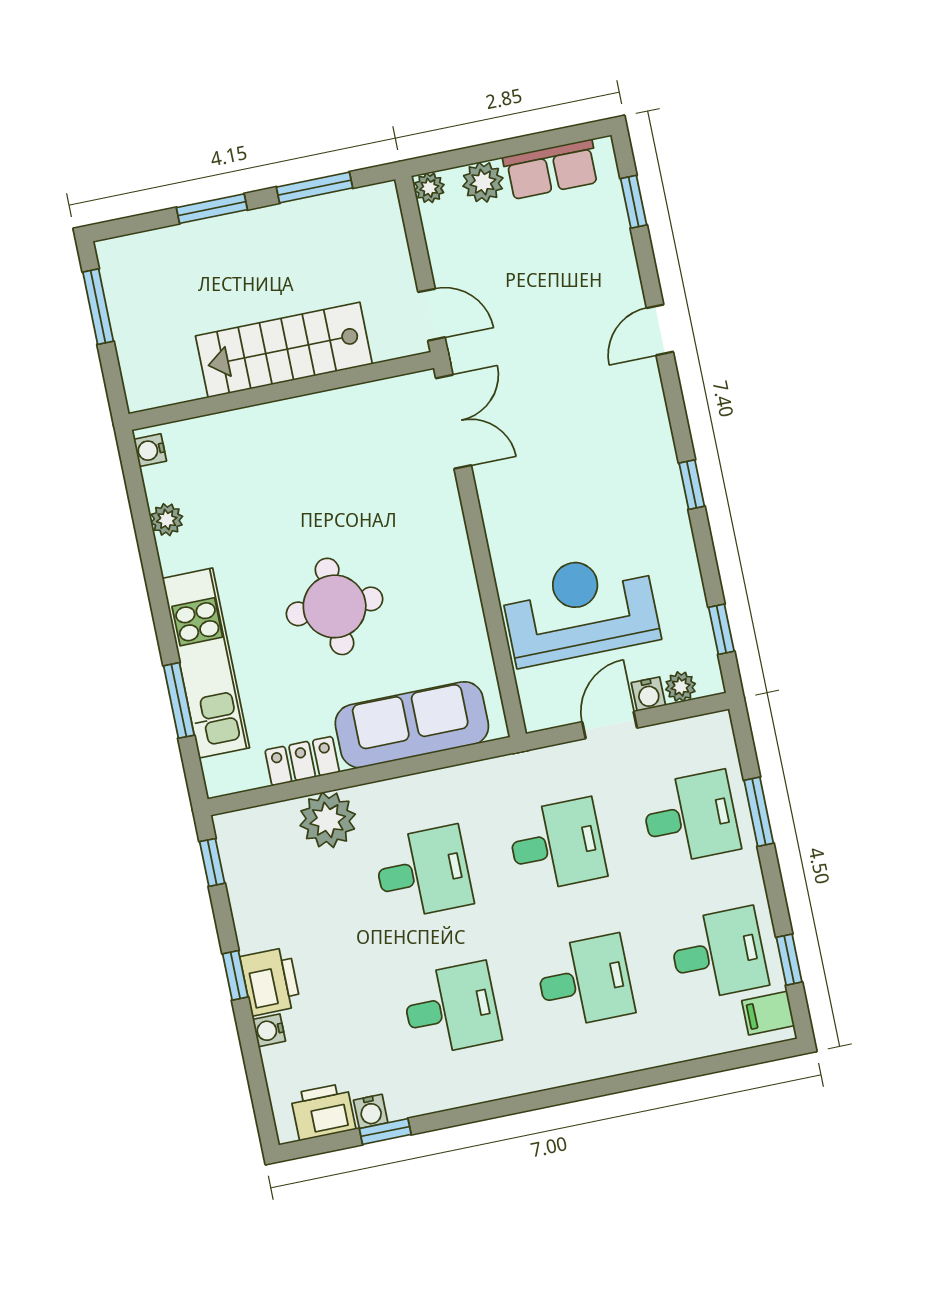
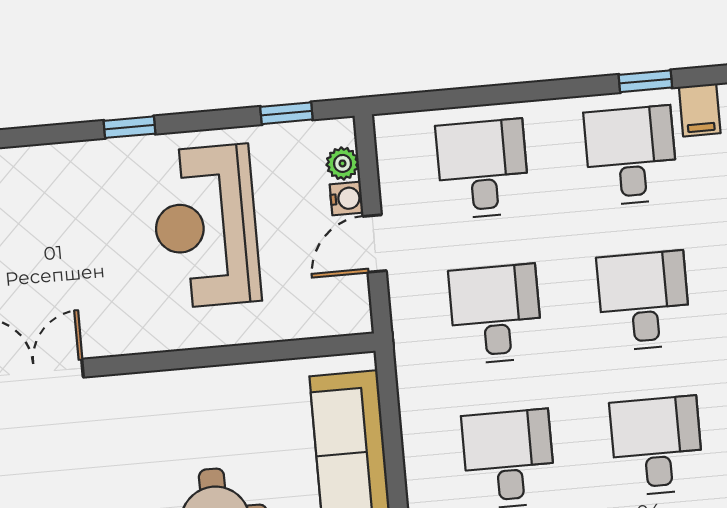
reception desk: (580, 609) -> (206, 226), moved
door: (610, 725) -> (375, 243), hinge flipped
window: (759, 812) -> (485, 96), removed

